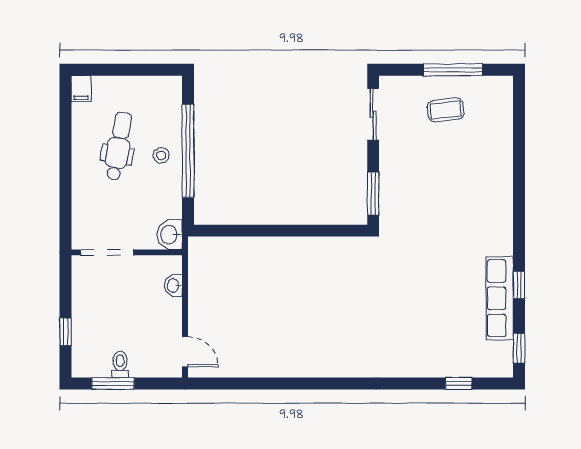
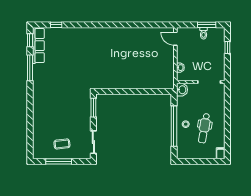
window: (519, 285) -> (30, 68), width x2.17
row of seats: (500, 298) -> (38, 46), moved

